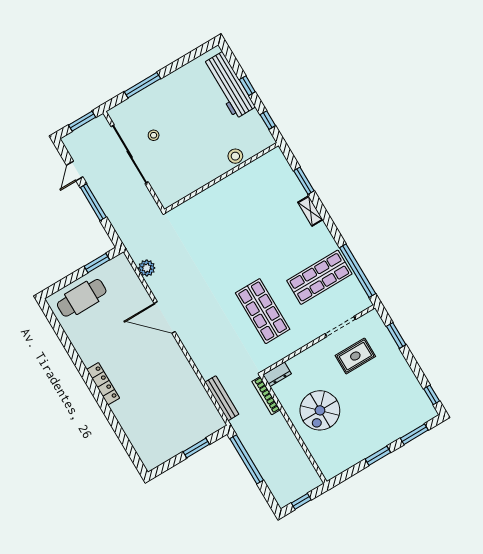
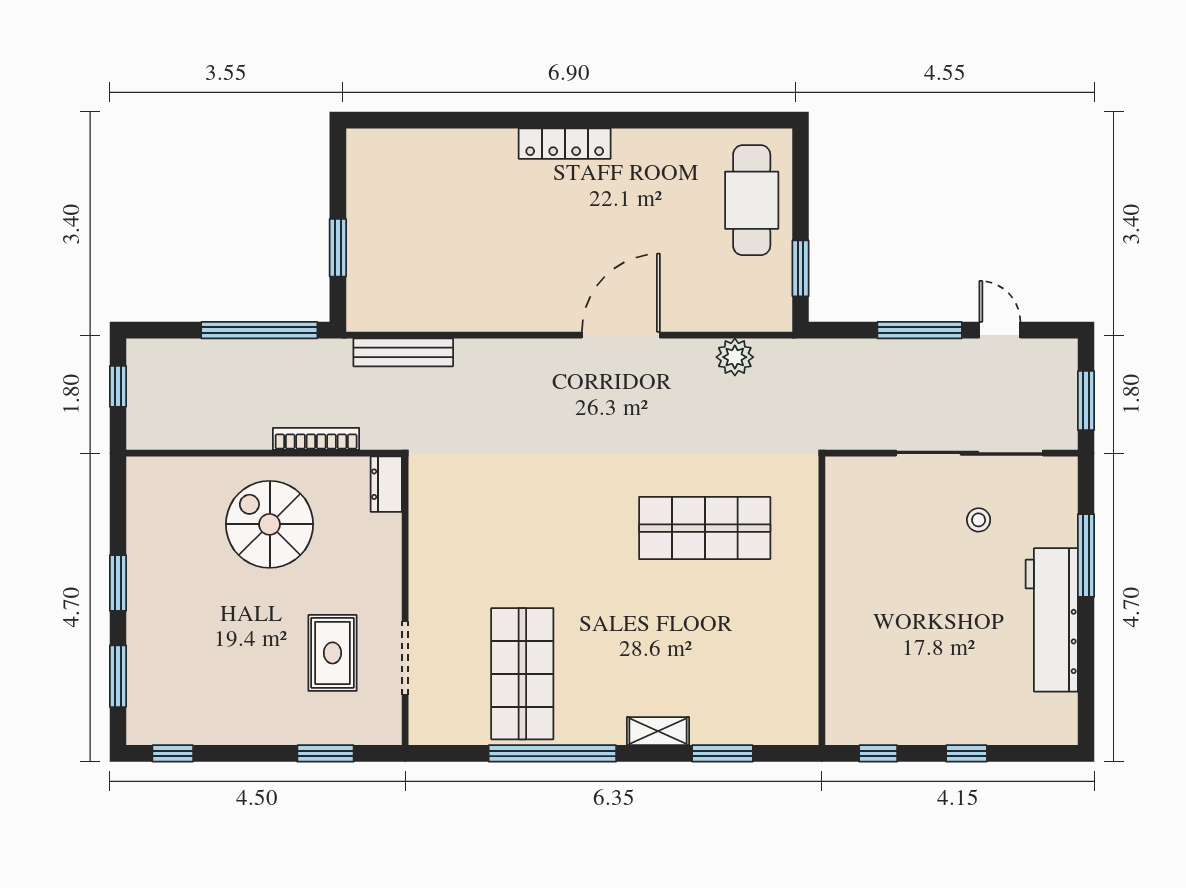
workbench: (229, 85) -> (1052, 620), moved, turned -90
stool: (235, 156) -> (847, 651), removed
window: (358, 271) -> (552, 753), moved
shop shelf: (263, 311) -> (705, 528), moved
bookcase: (266, 396) -> (316, 439), moved

